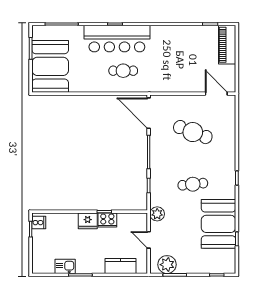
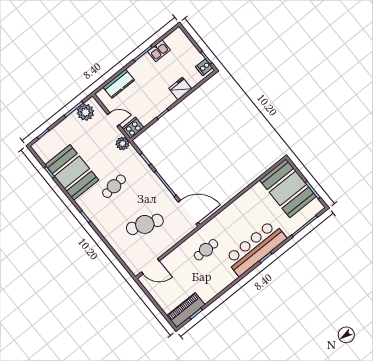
piano: (227, 45) -> (186, 310), moved, turned -90
cafe table: (123, 71) -> (206, 250), moved
cooker: (107, 220) -> (133, 128), moved
fridge: (88, 221) -> (180, 89), moved

